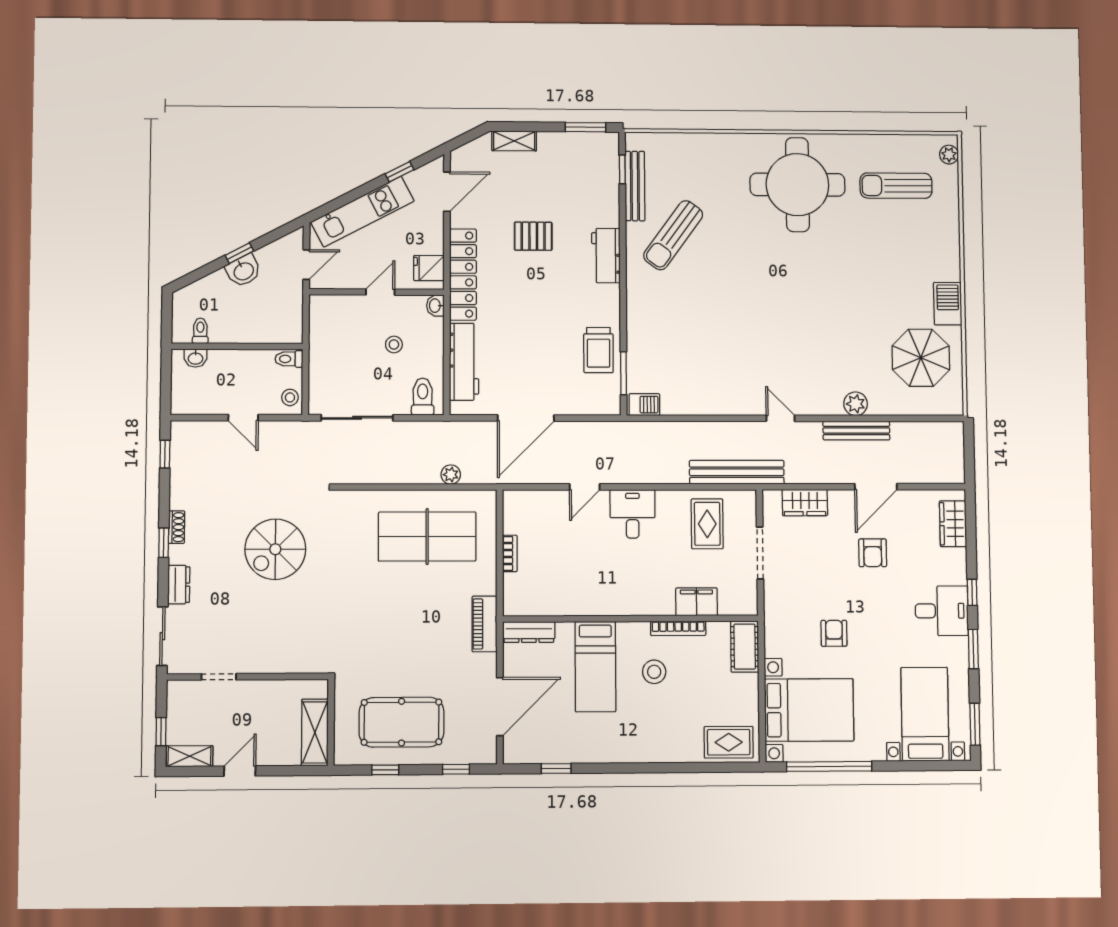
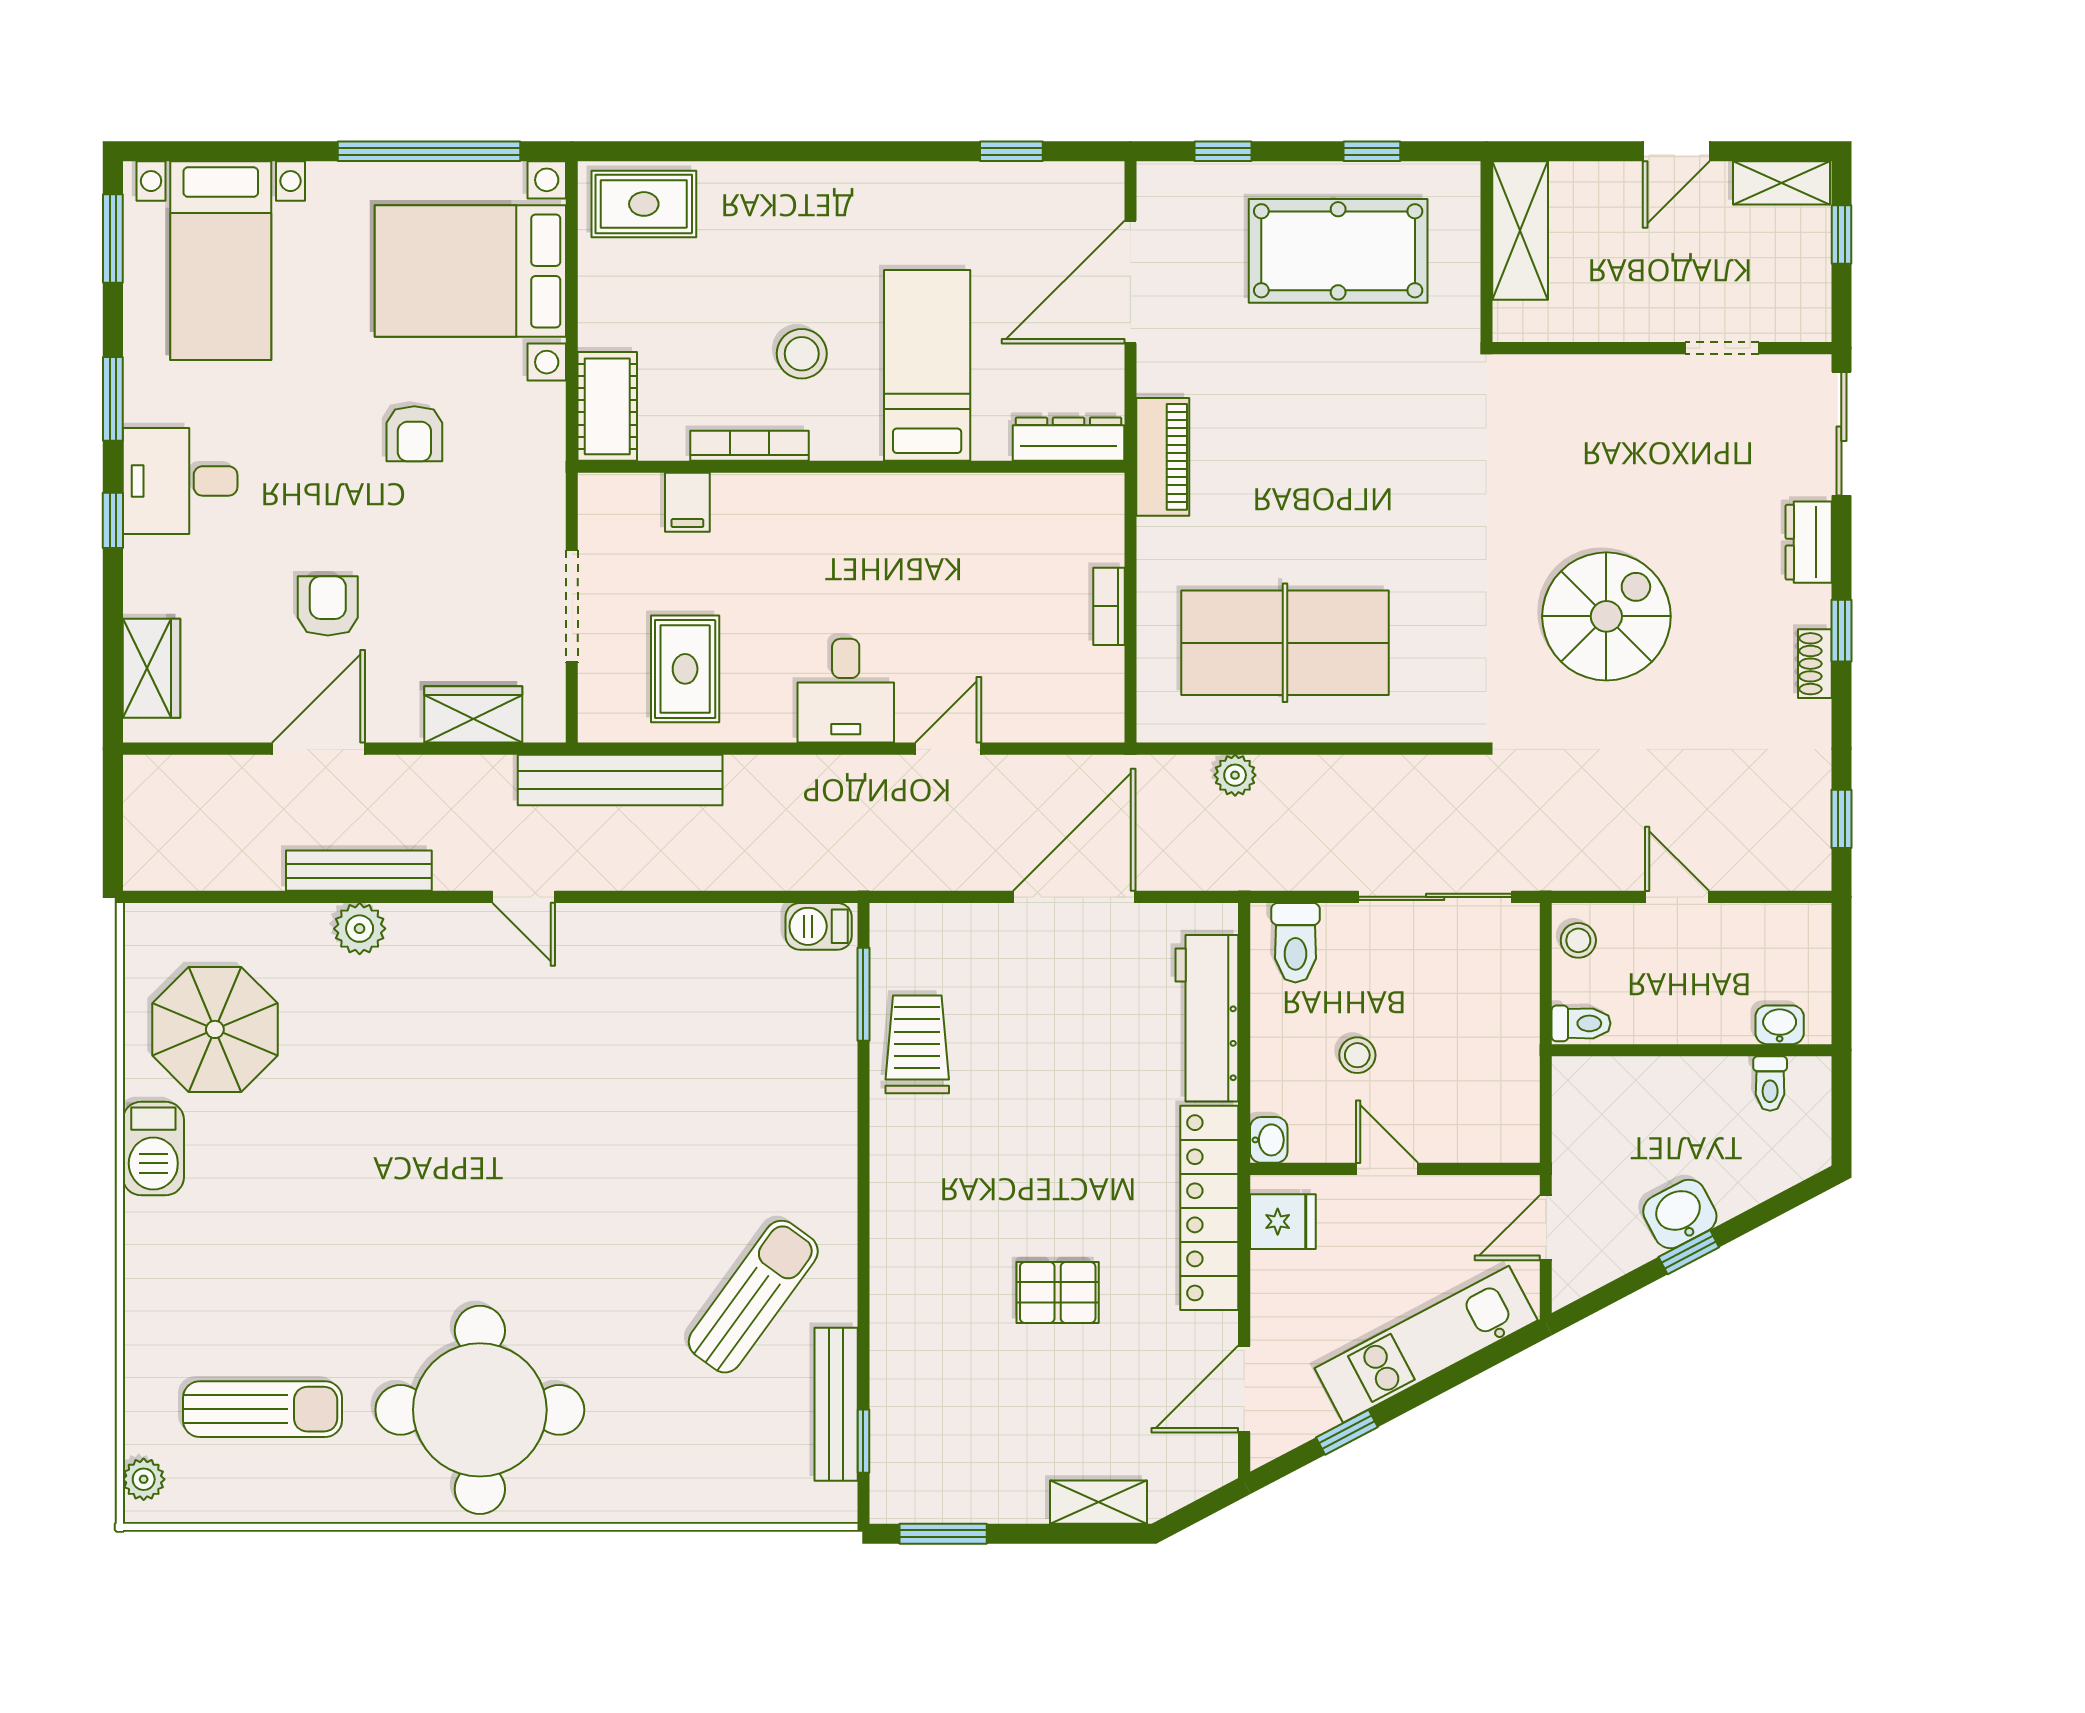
workbench: (606, 256) -> (900, 1251), removed
door: (380, 292) -> (1387, 1169), swing flipped
filing cabinet: (697, 602) -> (687, 502), width x0.50

